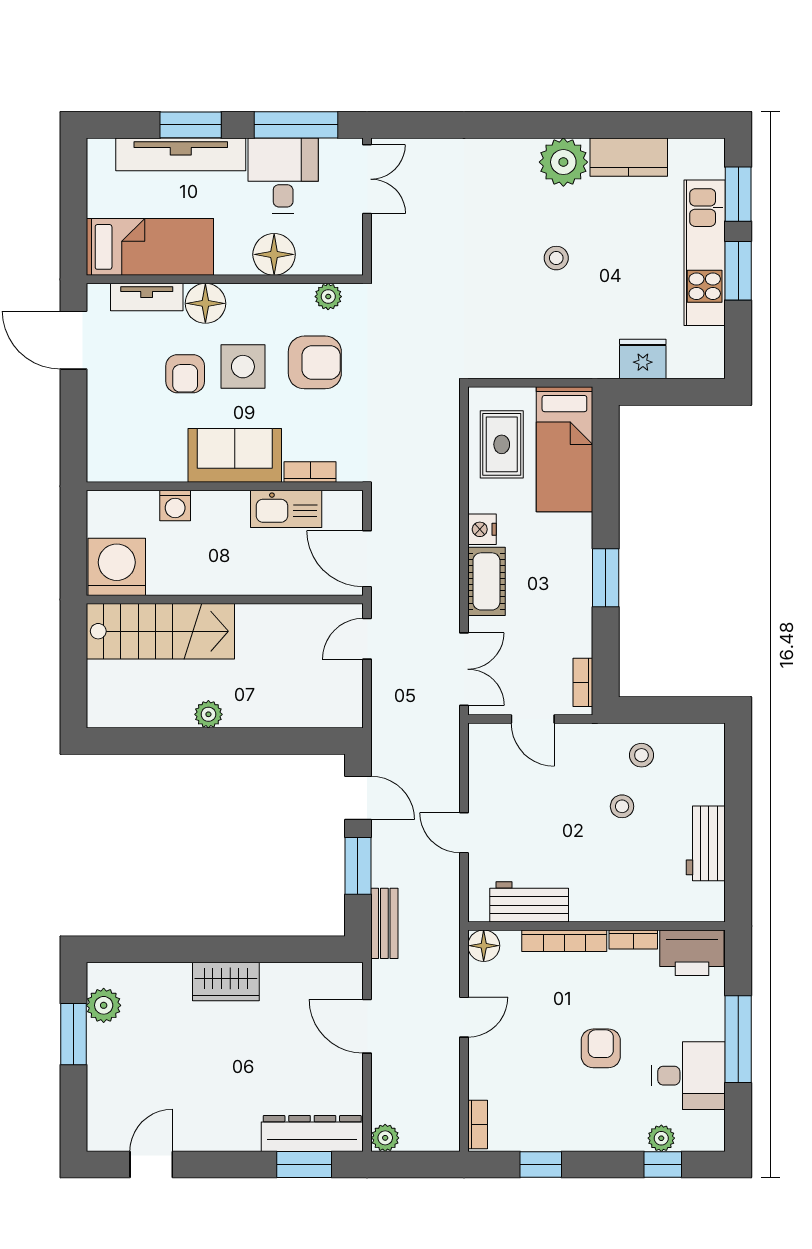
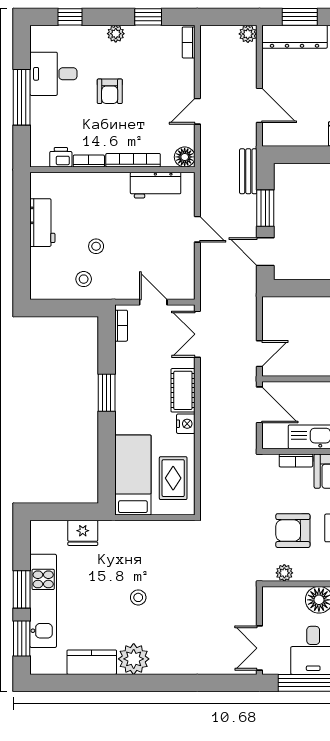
printer: (692, 953) -> (61, 157), width x0.53, depth x0.68
plant: (661, 1138) -> (116, 34), moved

